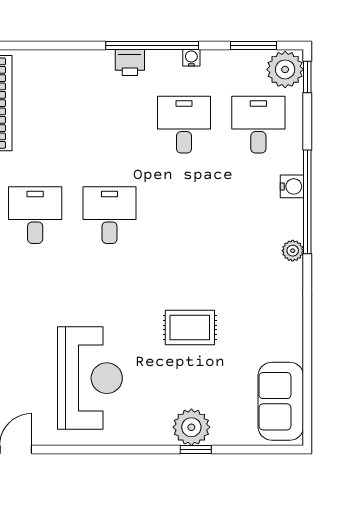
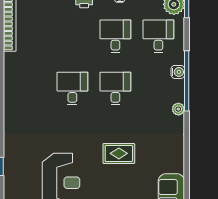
desk: (35, 215) -> (115, 88), moved

